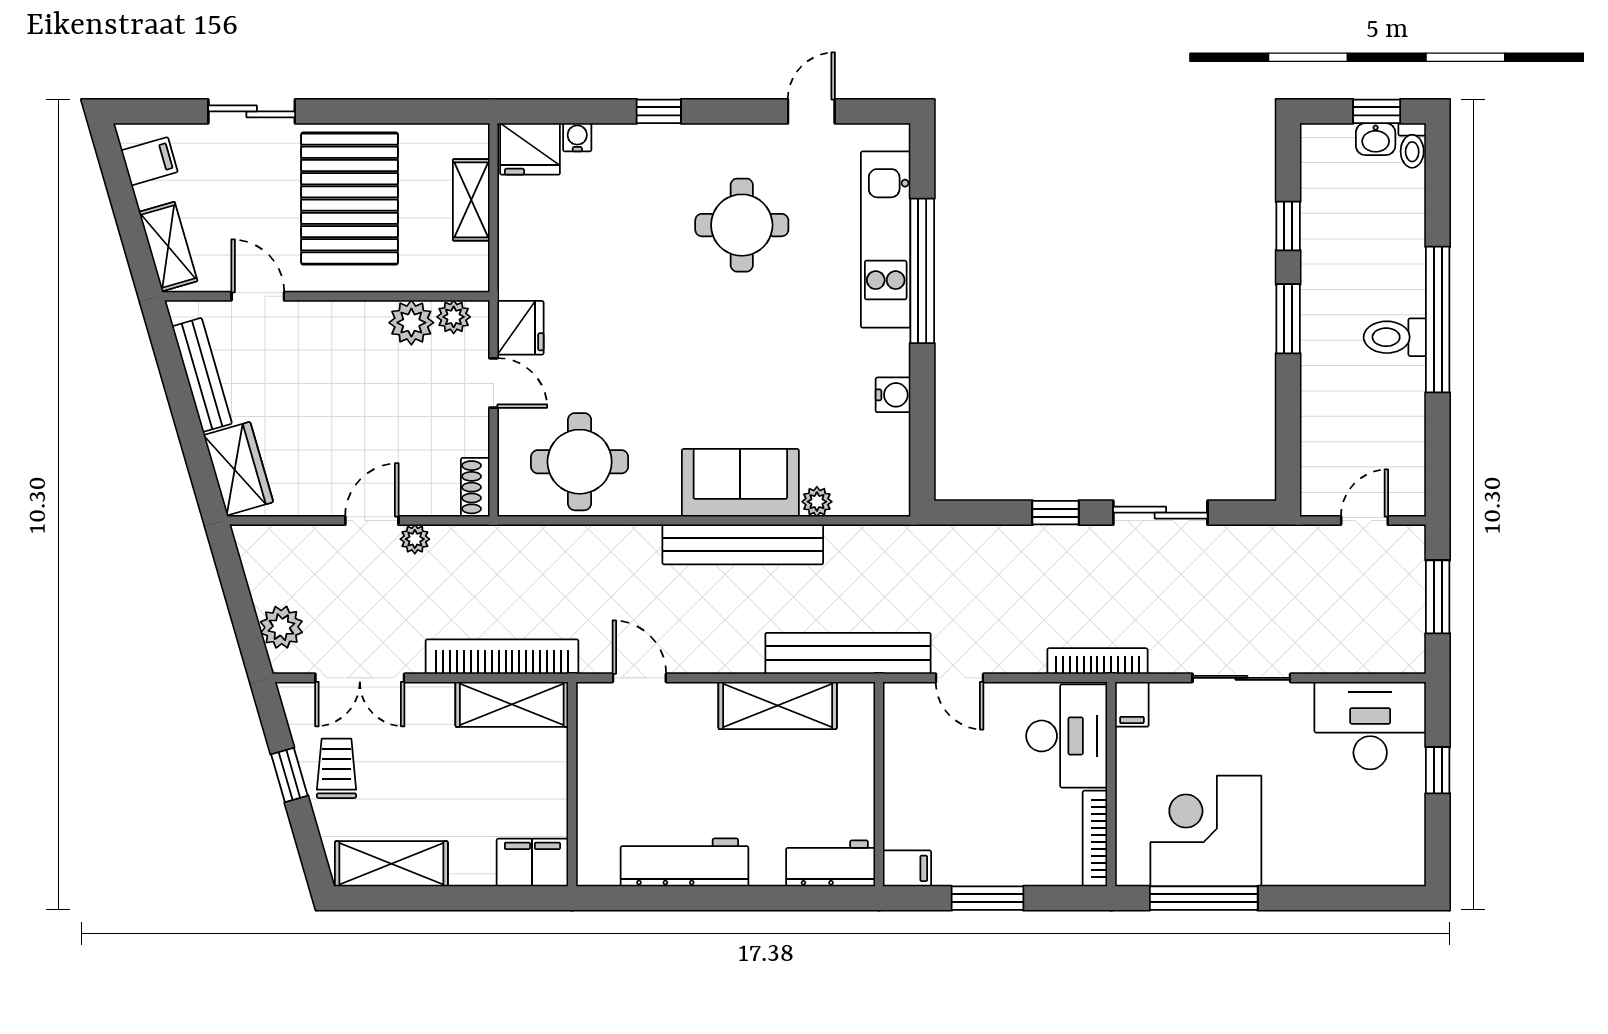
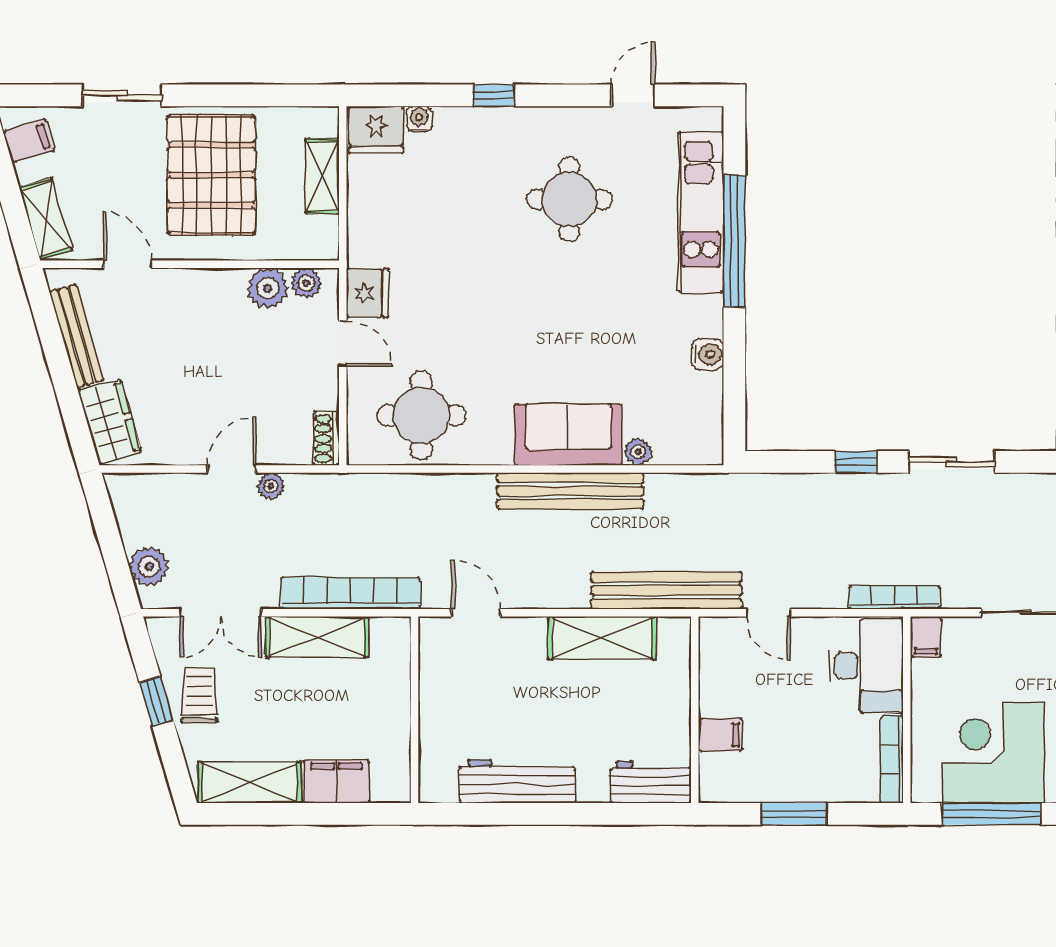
shelving: (512, 704) -> (317, 637), moved
filing cabinet: (532, 863) -> (337, 781), moved
filing cabinet: (907, 868) -> (720, 735), moved

